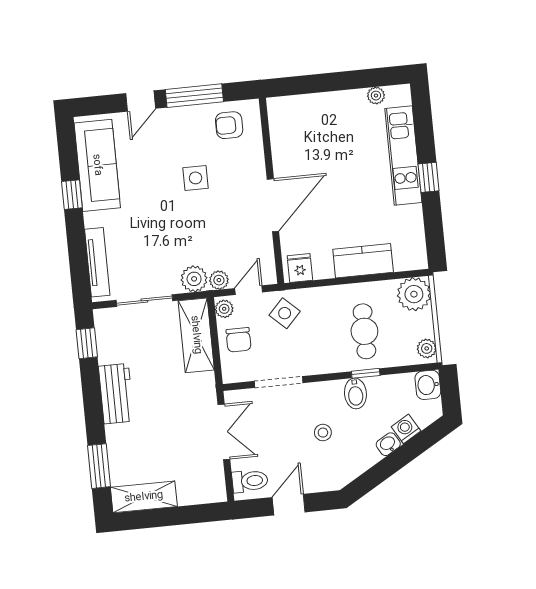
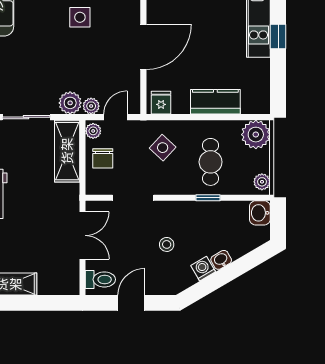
side table: (285, 313) -> (163, 148), moved
bidet: (355, 393) -> (198, 214), removed
washing machine: (406, 429) -> (203, 269), moved

